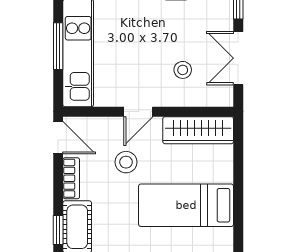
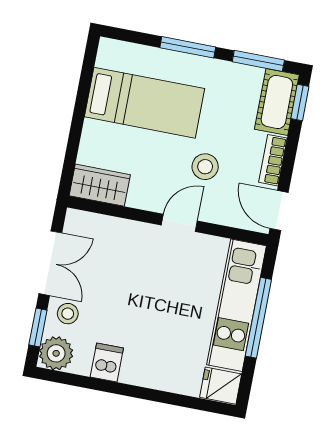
window: (58, 46) -> (258, 318), width x1.44
stool: (183, 70) -> (68, 314), moved
wardrobe: (198, 130) -> (100, 185), width x0.67

